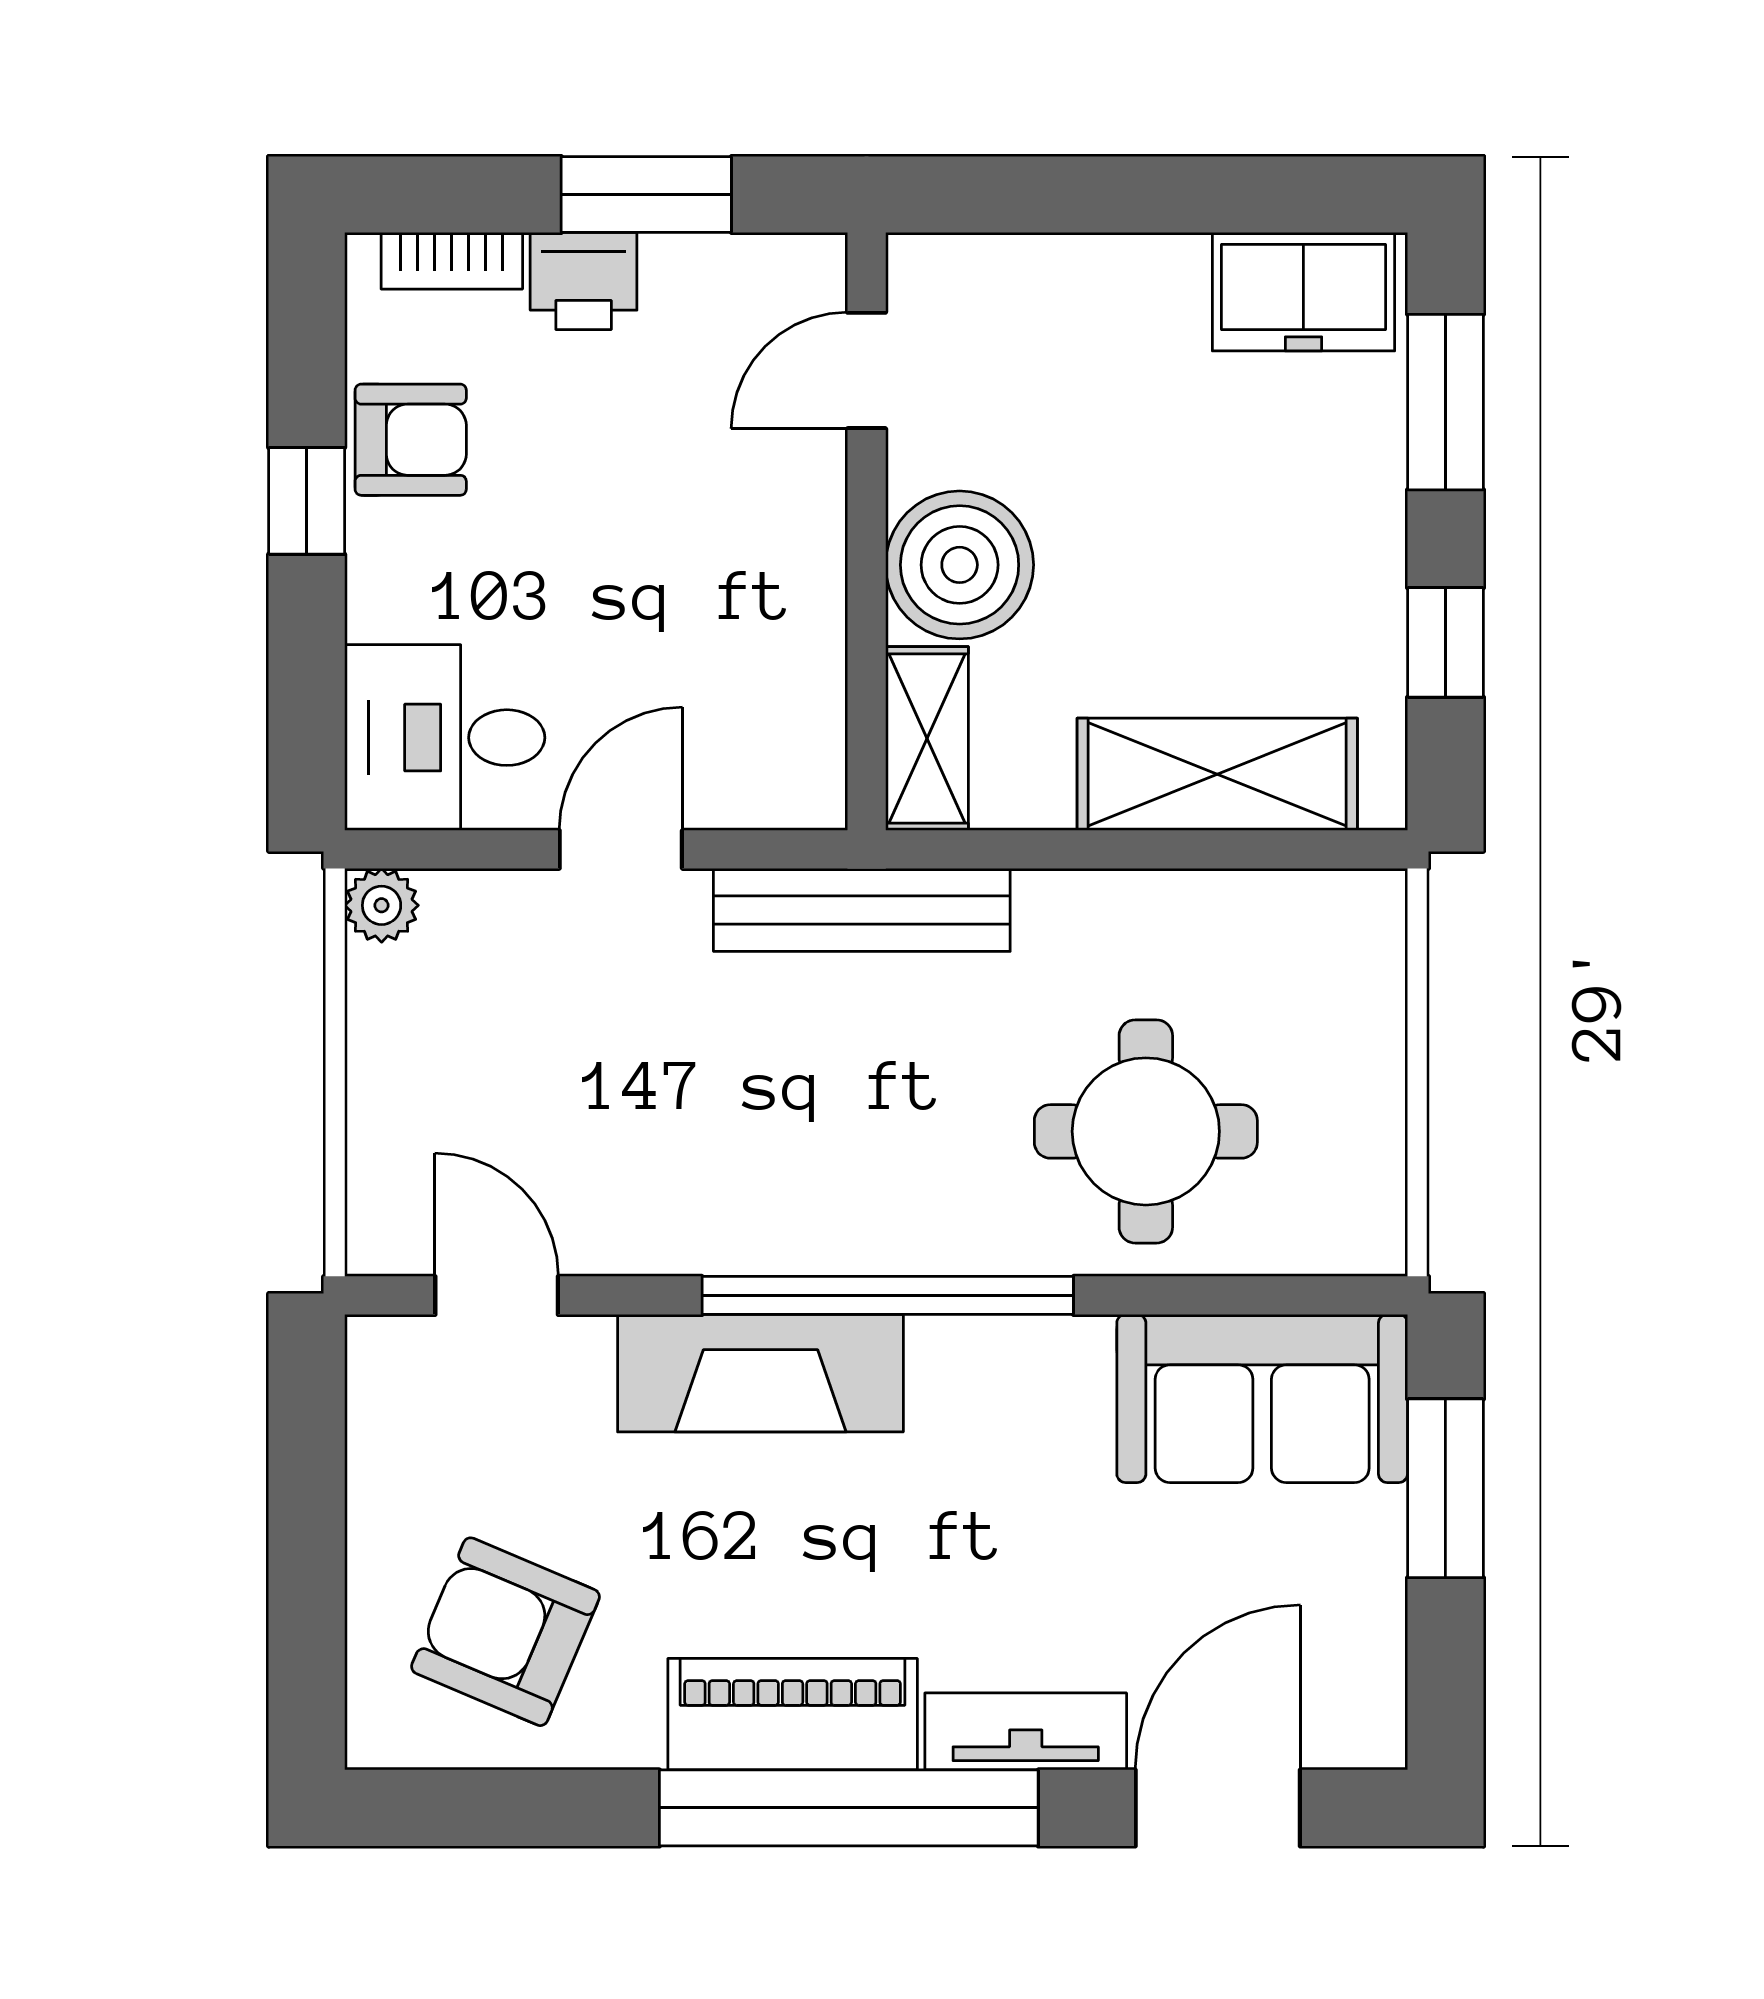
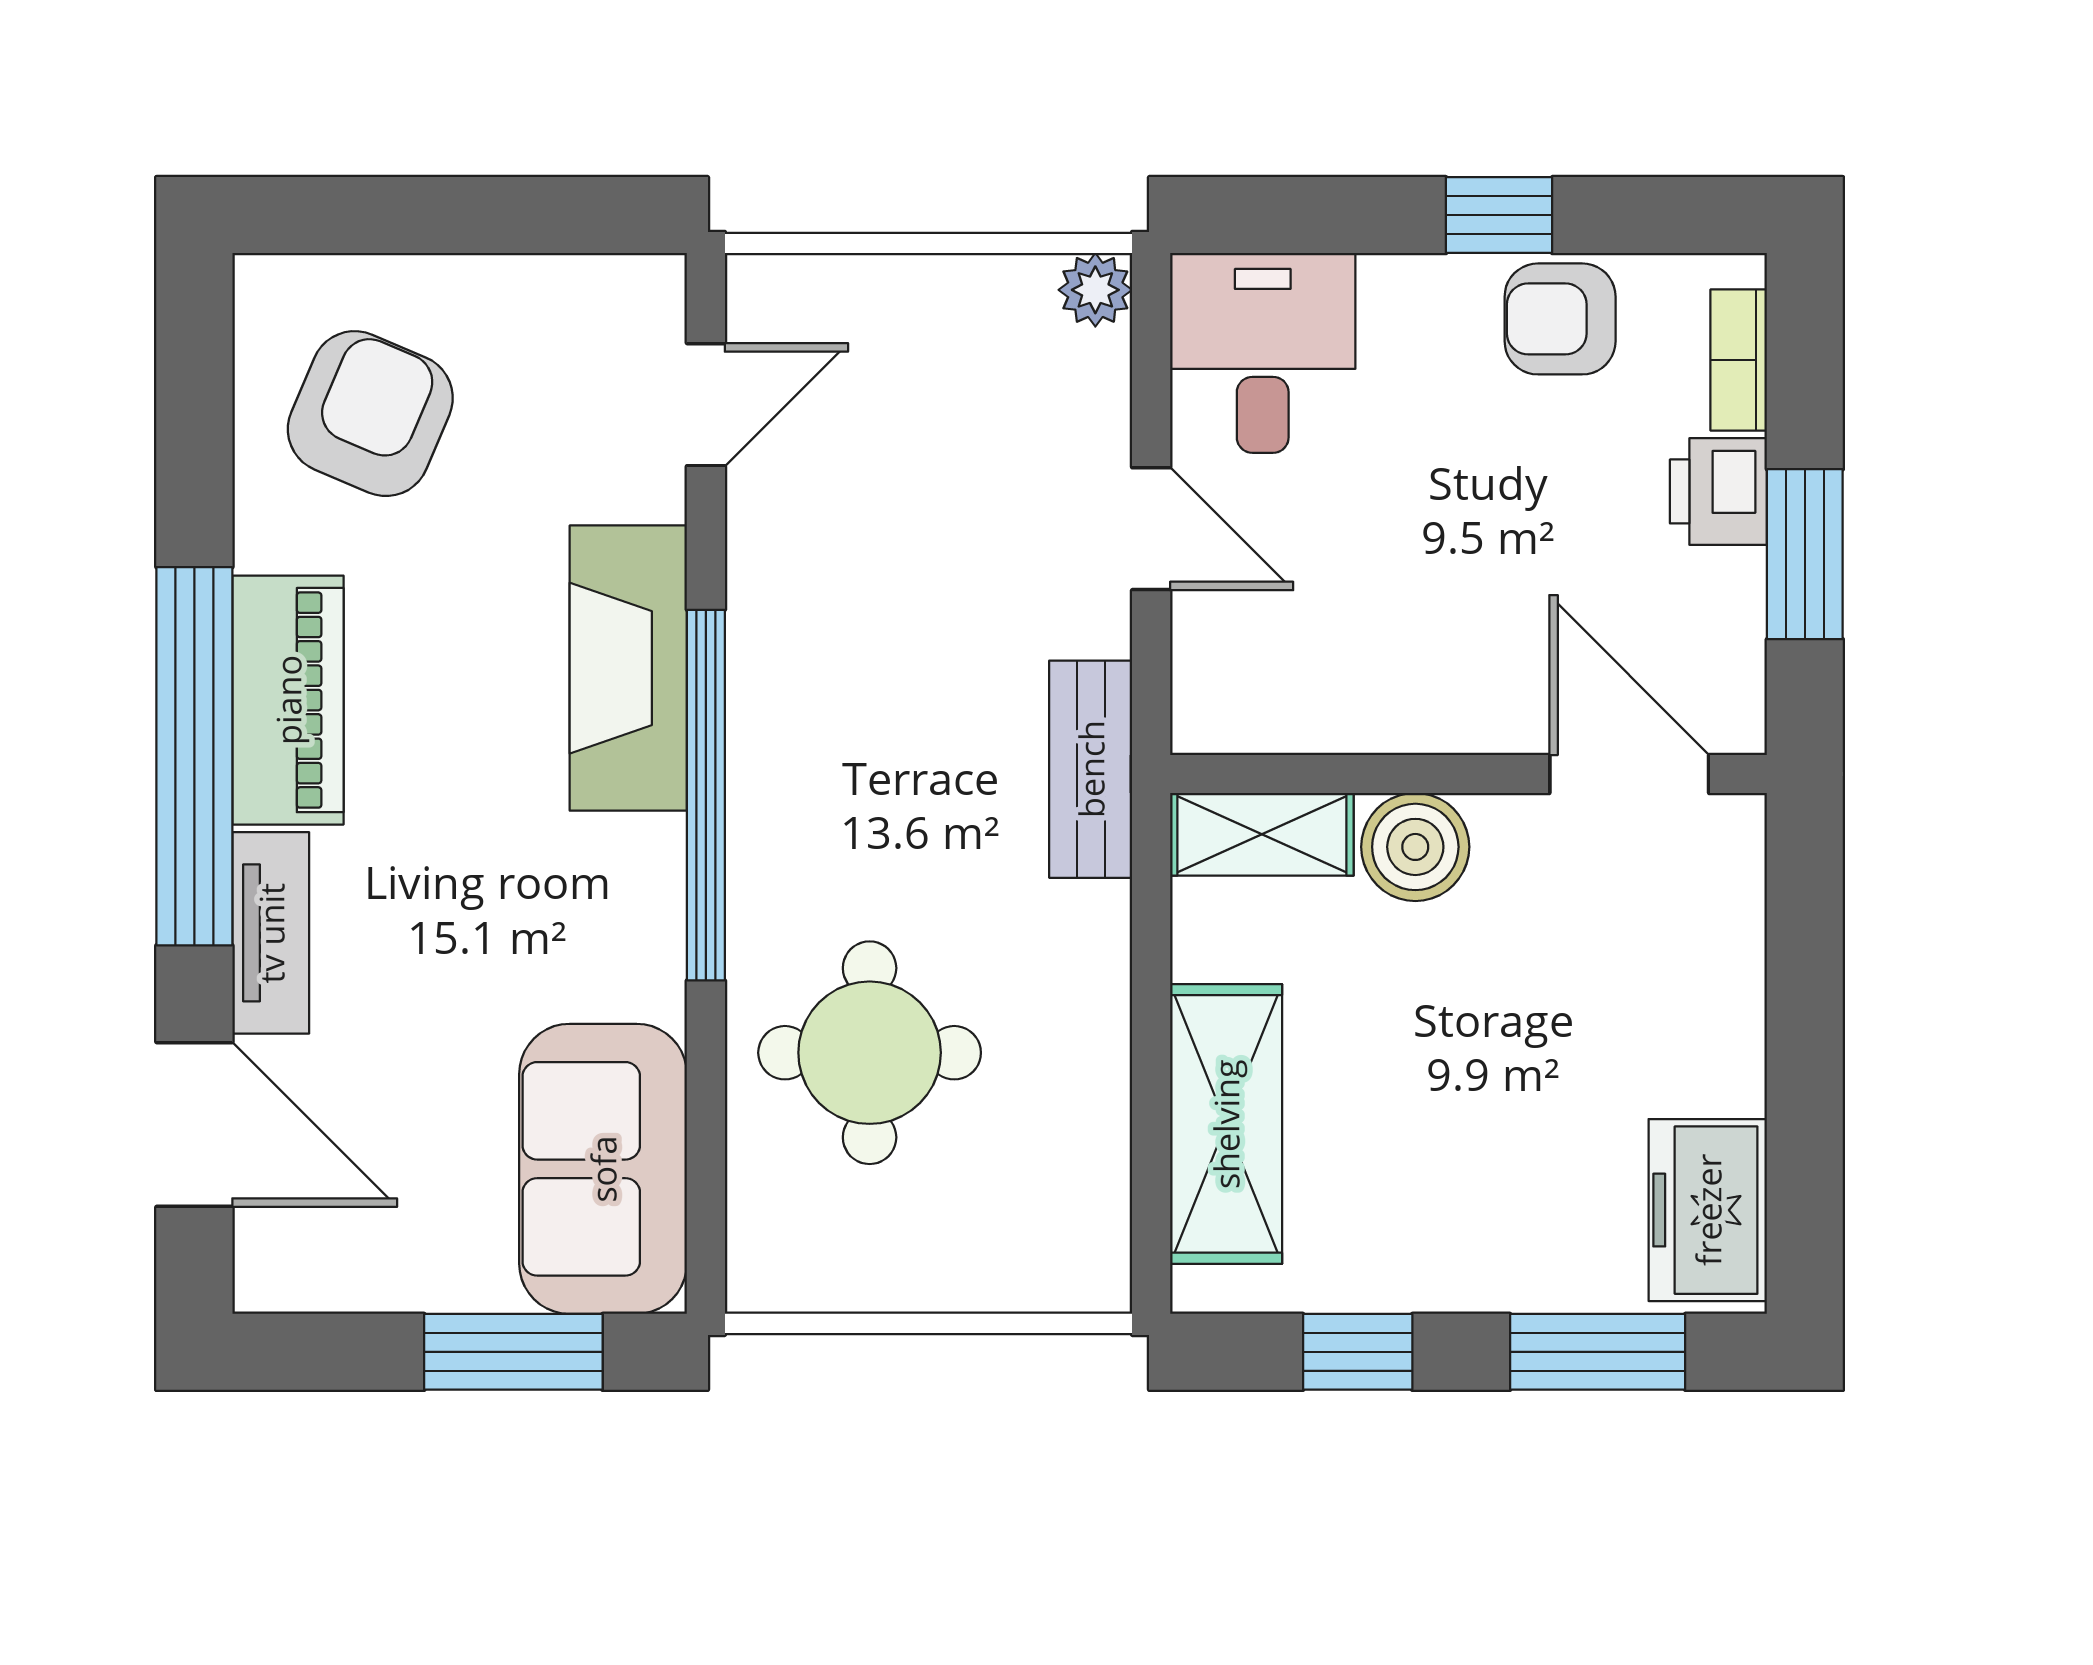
door: (867, 370) -> (1629, 774), width x1.38
armchair: (411, 440) -> (1560, 319), turned 90
boiler: (960, 565) -> (1415, 847), width x0.73, depth x0.73
bench: (862, 910) -> (1091, 769), width x0.73

